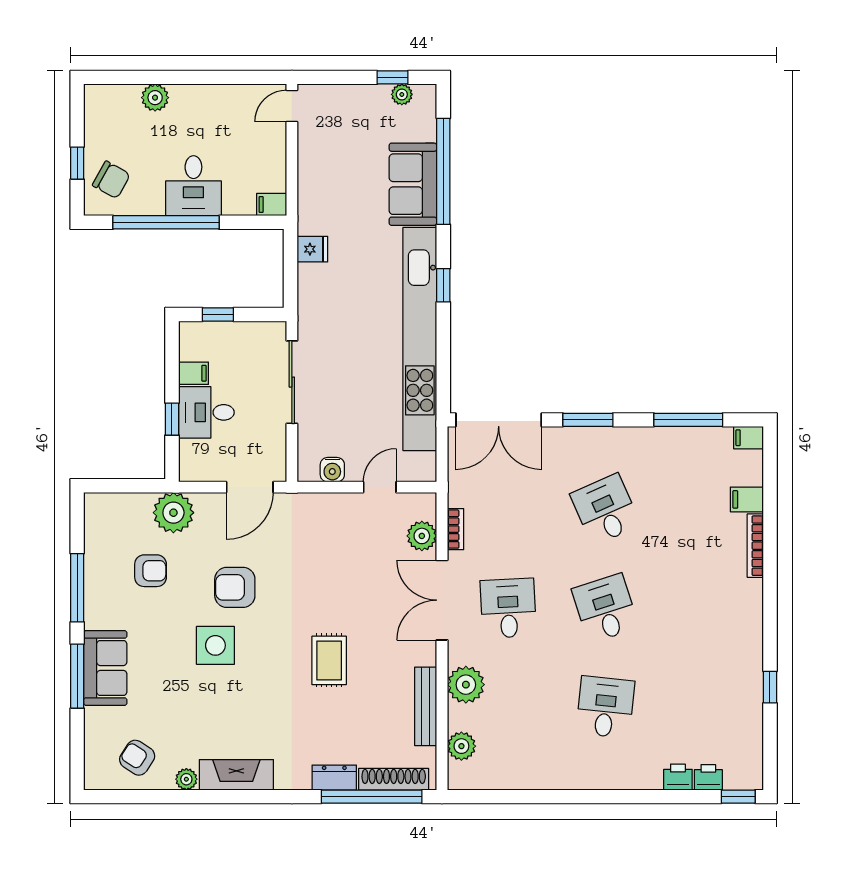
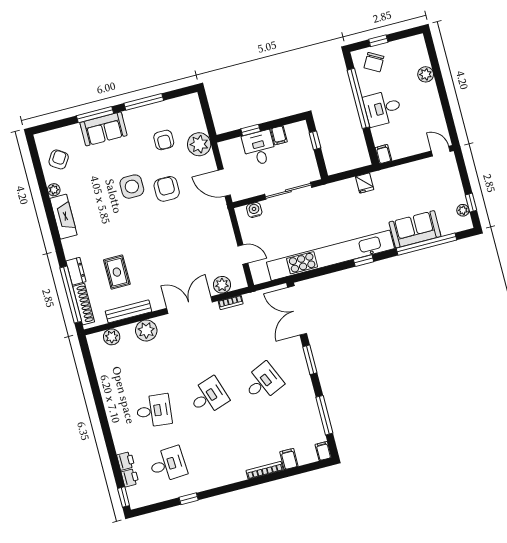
water cooler: (332, 470) -> (254, 210), moved, turned 90
desk: (508, 608) -> (168, 464), moved
rug: (329, 660) -> (117, 272), moved, turned 90

